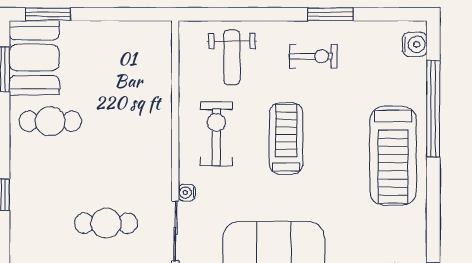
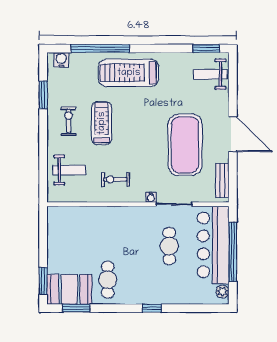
window: (330, 14) -> (43, 95), moved
exercise bike: (216, 134) -> (115, 179), width x0.73, depth x0.72
treadmill: (286, 139) -> (102, 123), moved, turned 90
treadmill: (393, 156) -> (129, 73), turned 180

